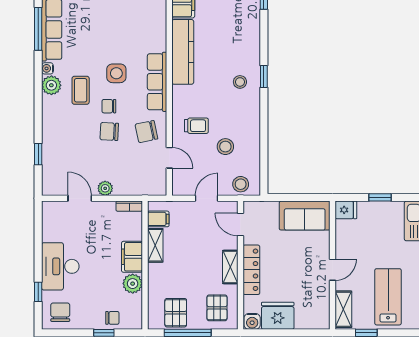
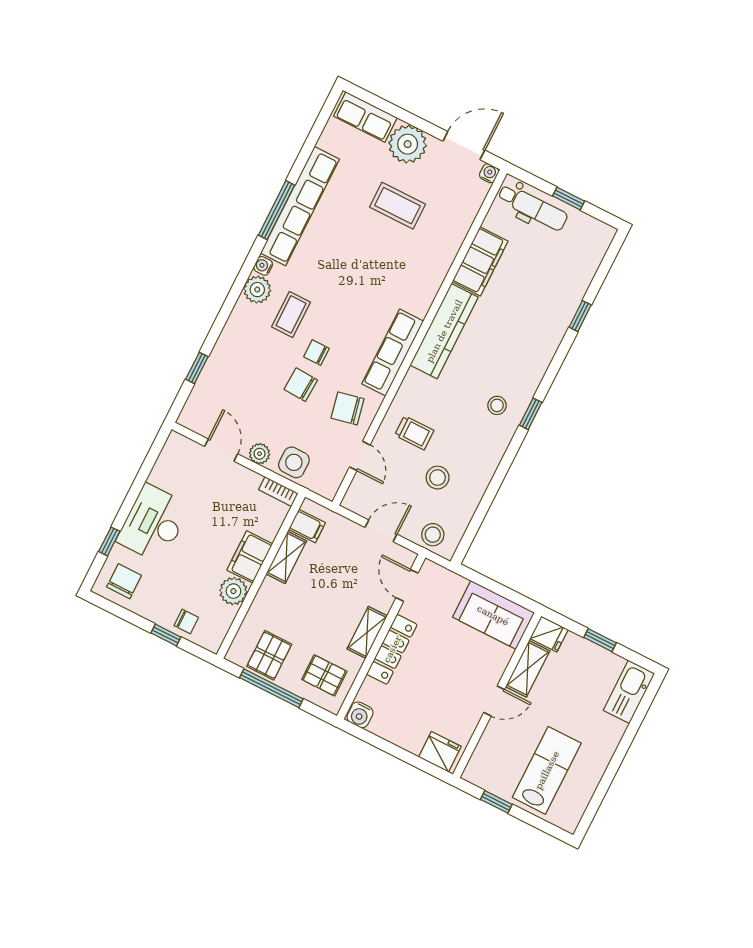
side table: (116, 73) -> (294, 462), moved
pallet: (217, 308) -> (324, 675), turned 90
shelving: (343, 309) -> (528, 669), moved
fridge: (278, 316) -> (440, 752), moved, width x0.73, depth x0.75

